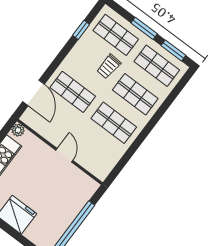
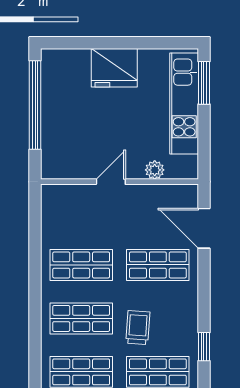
plant: (18, 130) -> (155, 170), moved
door: (64, 155) -> (111, 182), swing flipped

